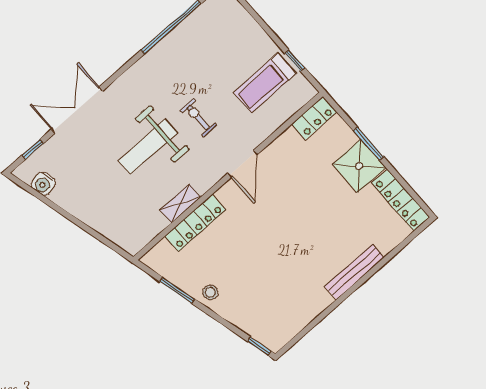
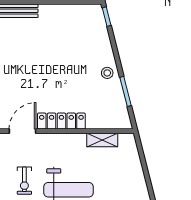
shelving: (180, 203) -> (102, 140), moved
locker: (195, 223) -> (61, 121), moved

